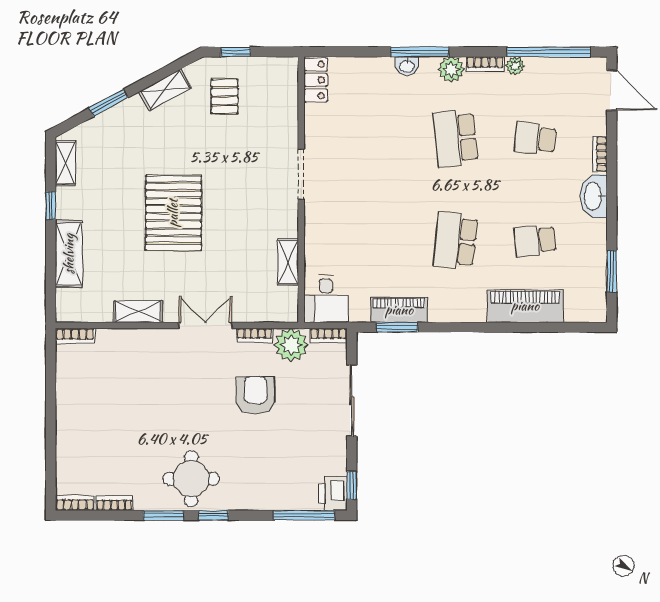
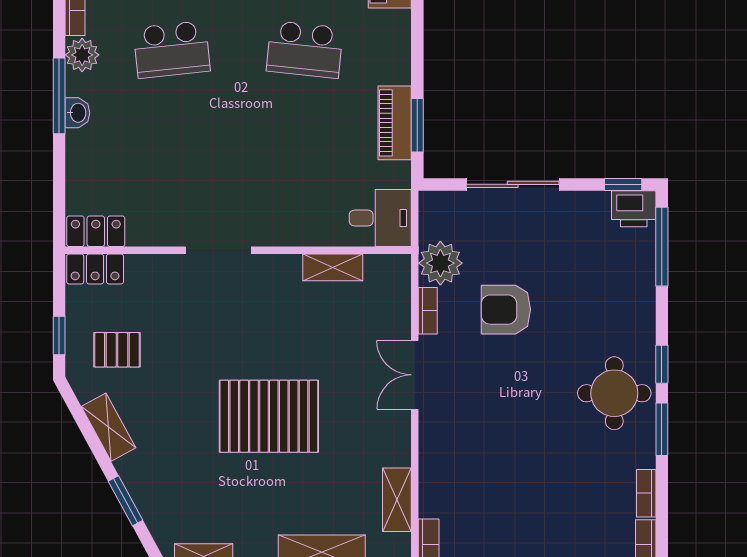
locker: (287, 79) -> (95, 269), added
shelving: (138, 312) -> (397, 500), moved
bookcase: (329, 336) -> (428, 215), removed

